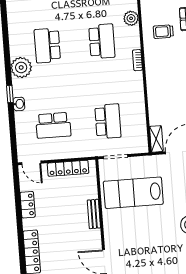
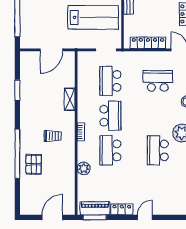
trolley: (163, 32) -> (53, 136), moved
school desk: (47, 45) -> (158, 150), turned 180
school desk: (105, 81) -> (110, 116), added
shelving: (156, 139) -> (70, 99), moved

